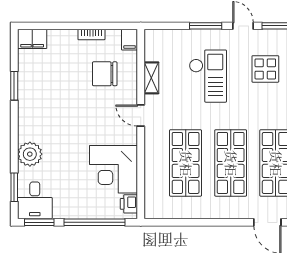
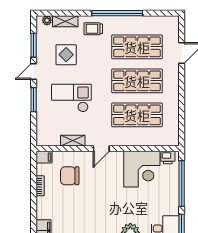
chair: (105, 74) -> (70, 176), turned 90

